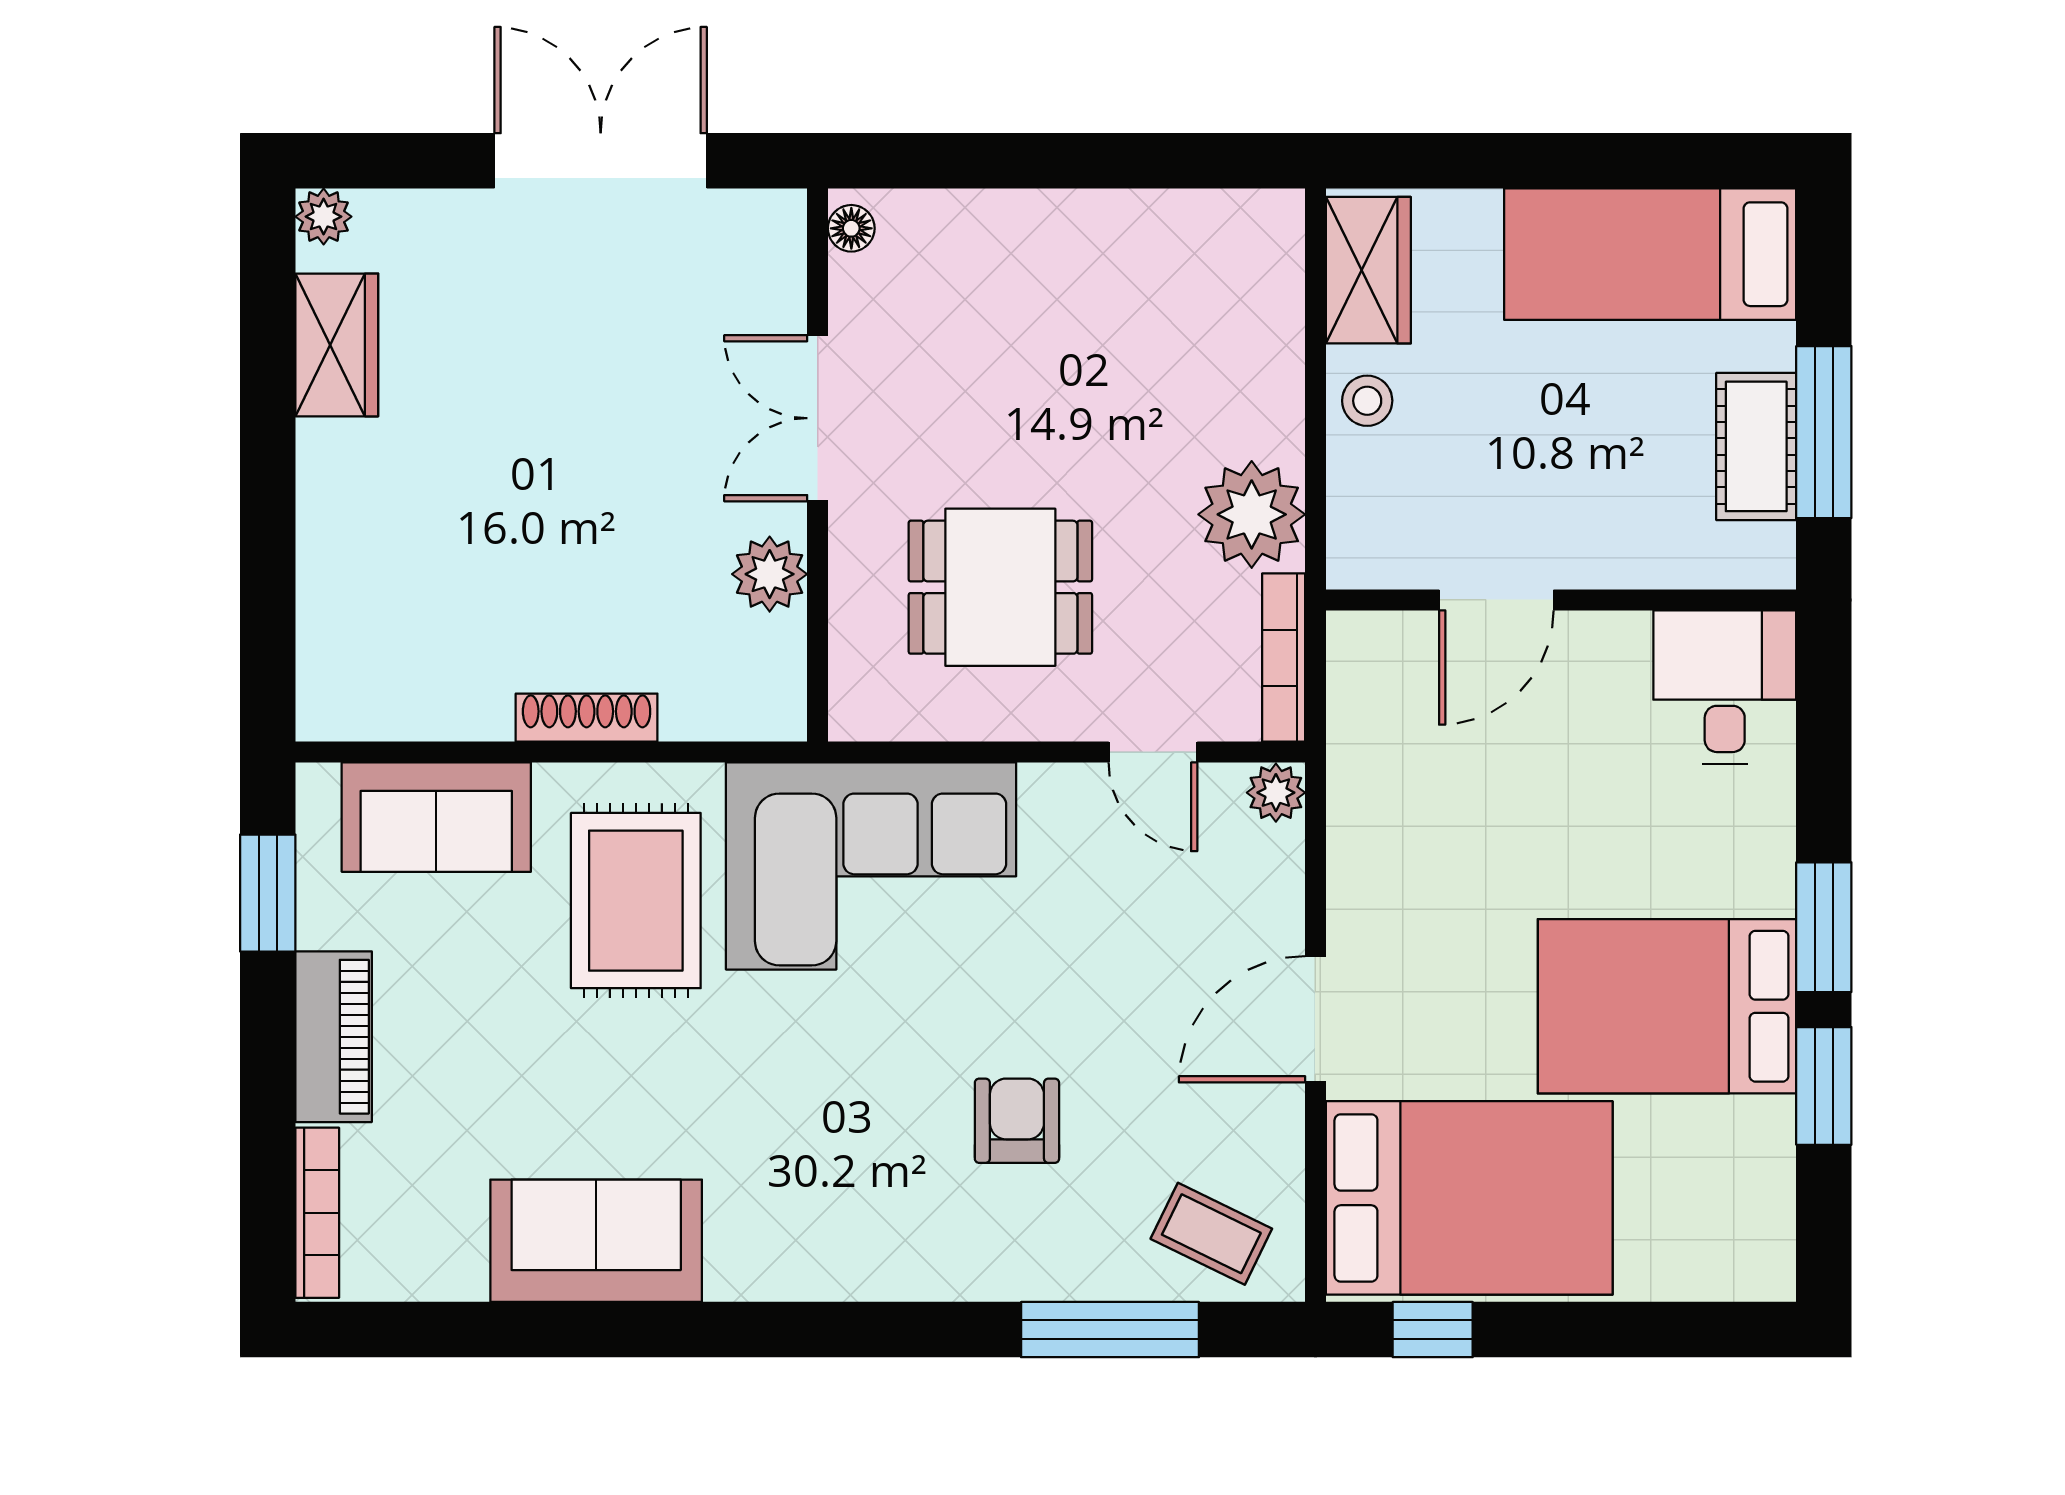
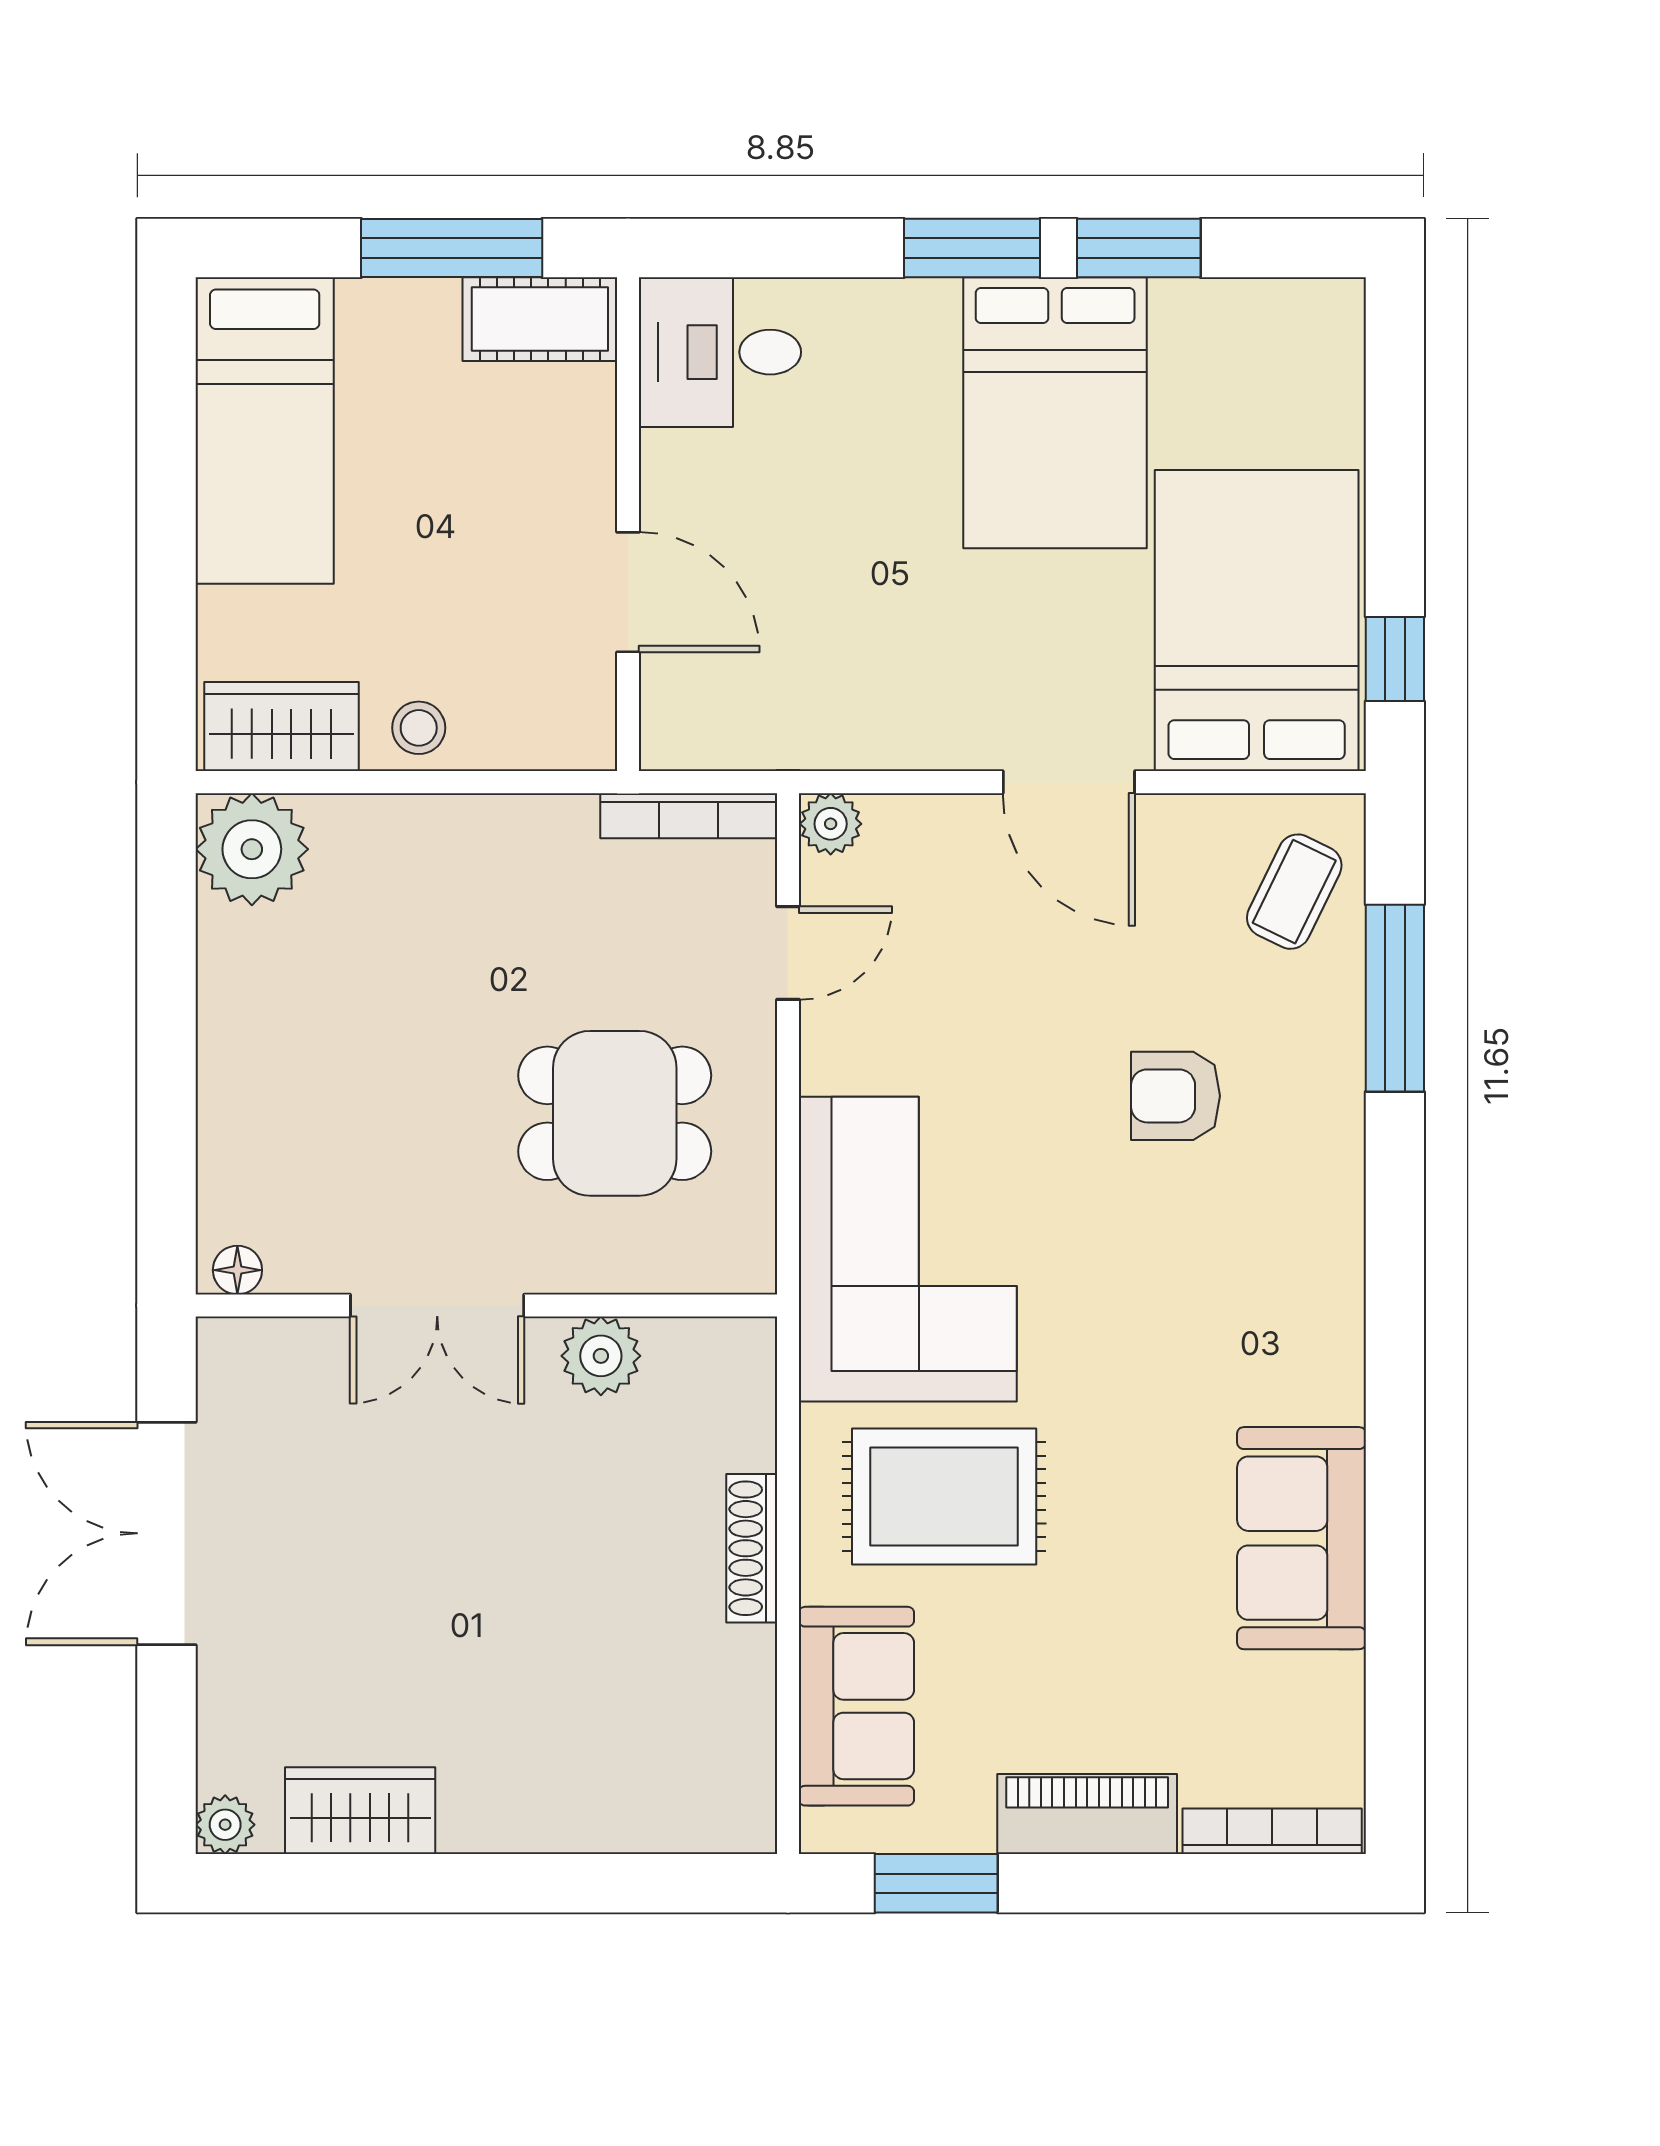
cot: (1756, 446) -> (540, 319), moved
plant: (1252, 514) -> (252, 849), moved
dining table: (1000, 587) -> (615, 1113), turned 90

